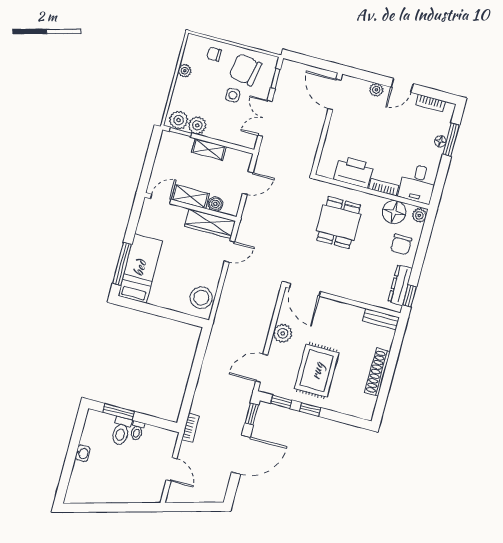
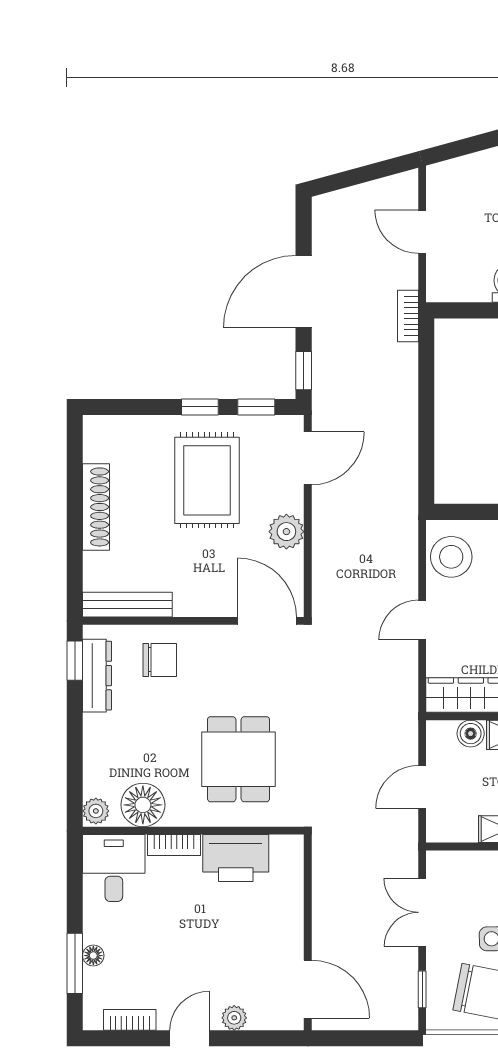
double door: (265, 118) -> (422, 912), swing flipped
chair: (401, 244) -> (160, 660), moved, turned 90
door: (230, 251) -> (422, 620), moved
bench: (381, 319) -> (127, 605), width x1.36

